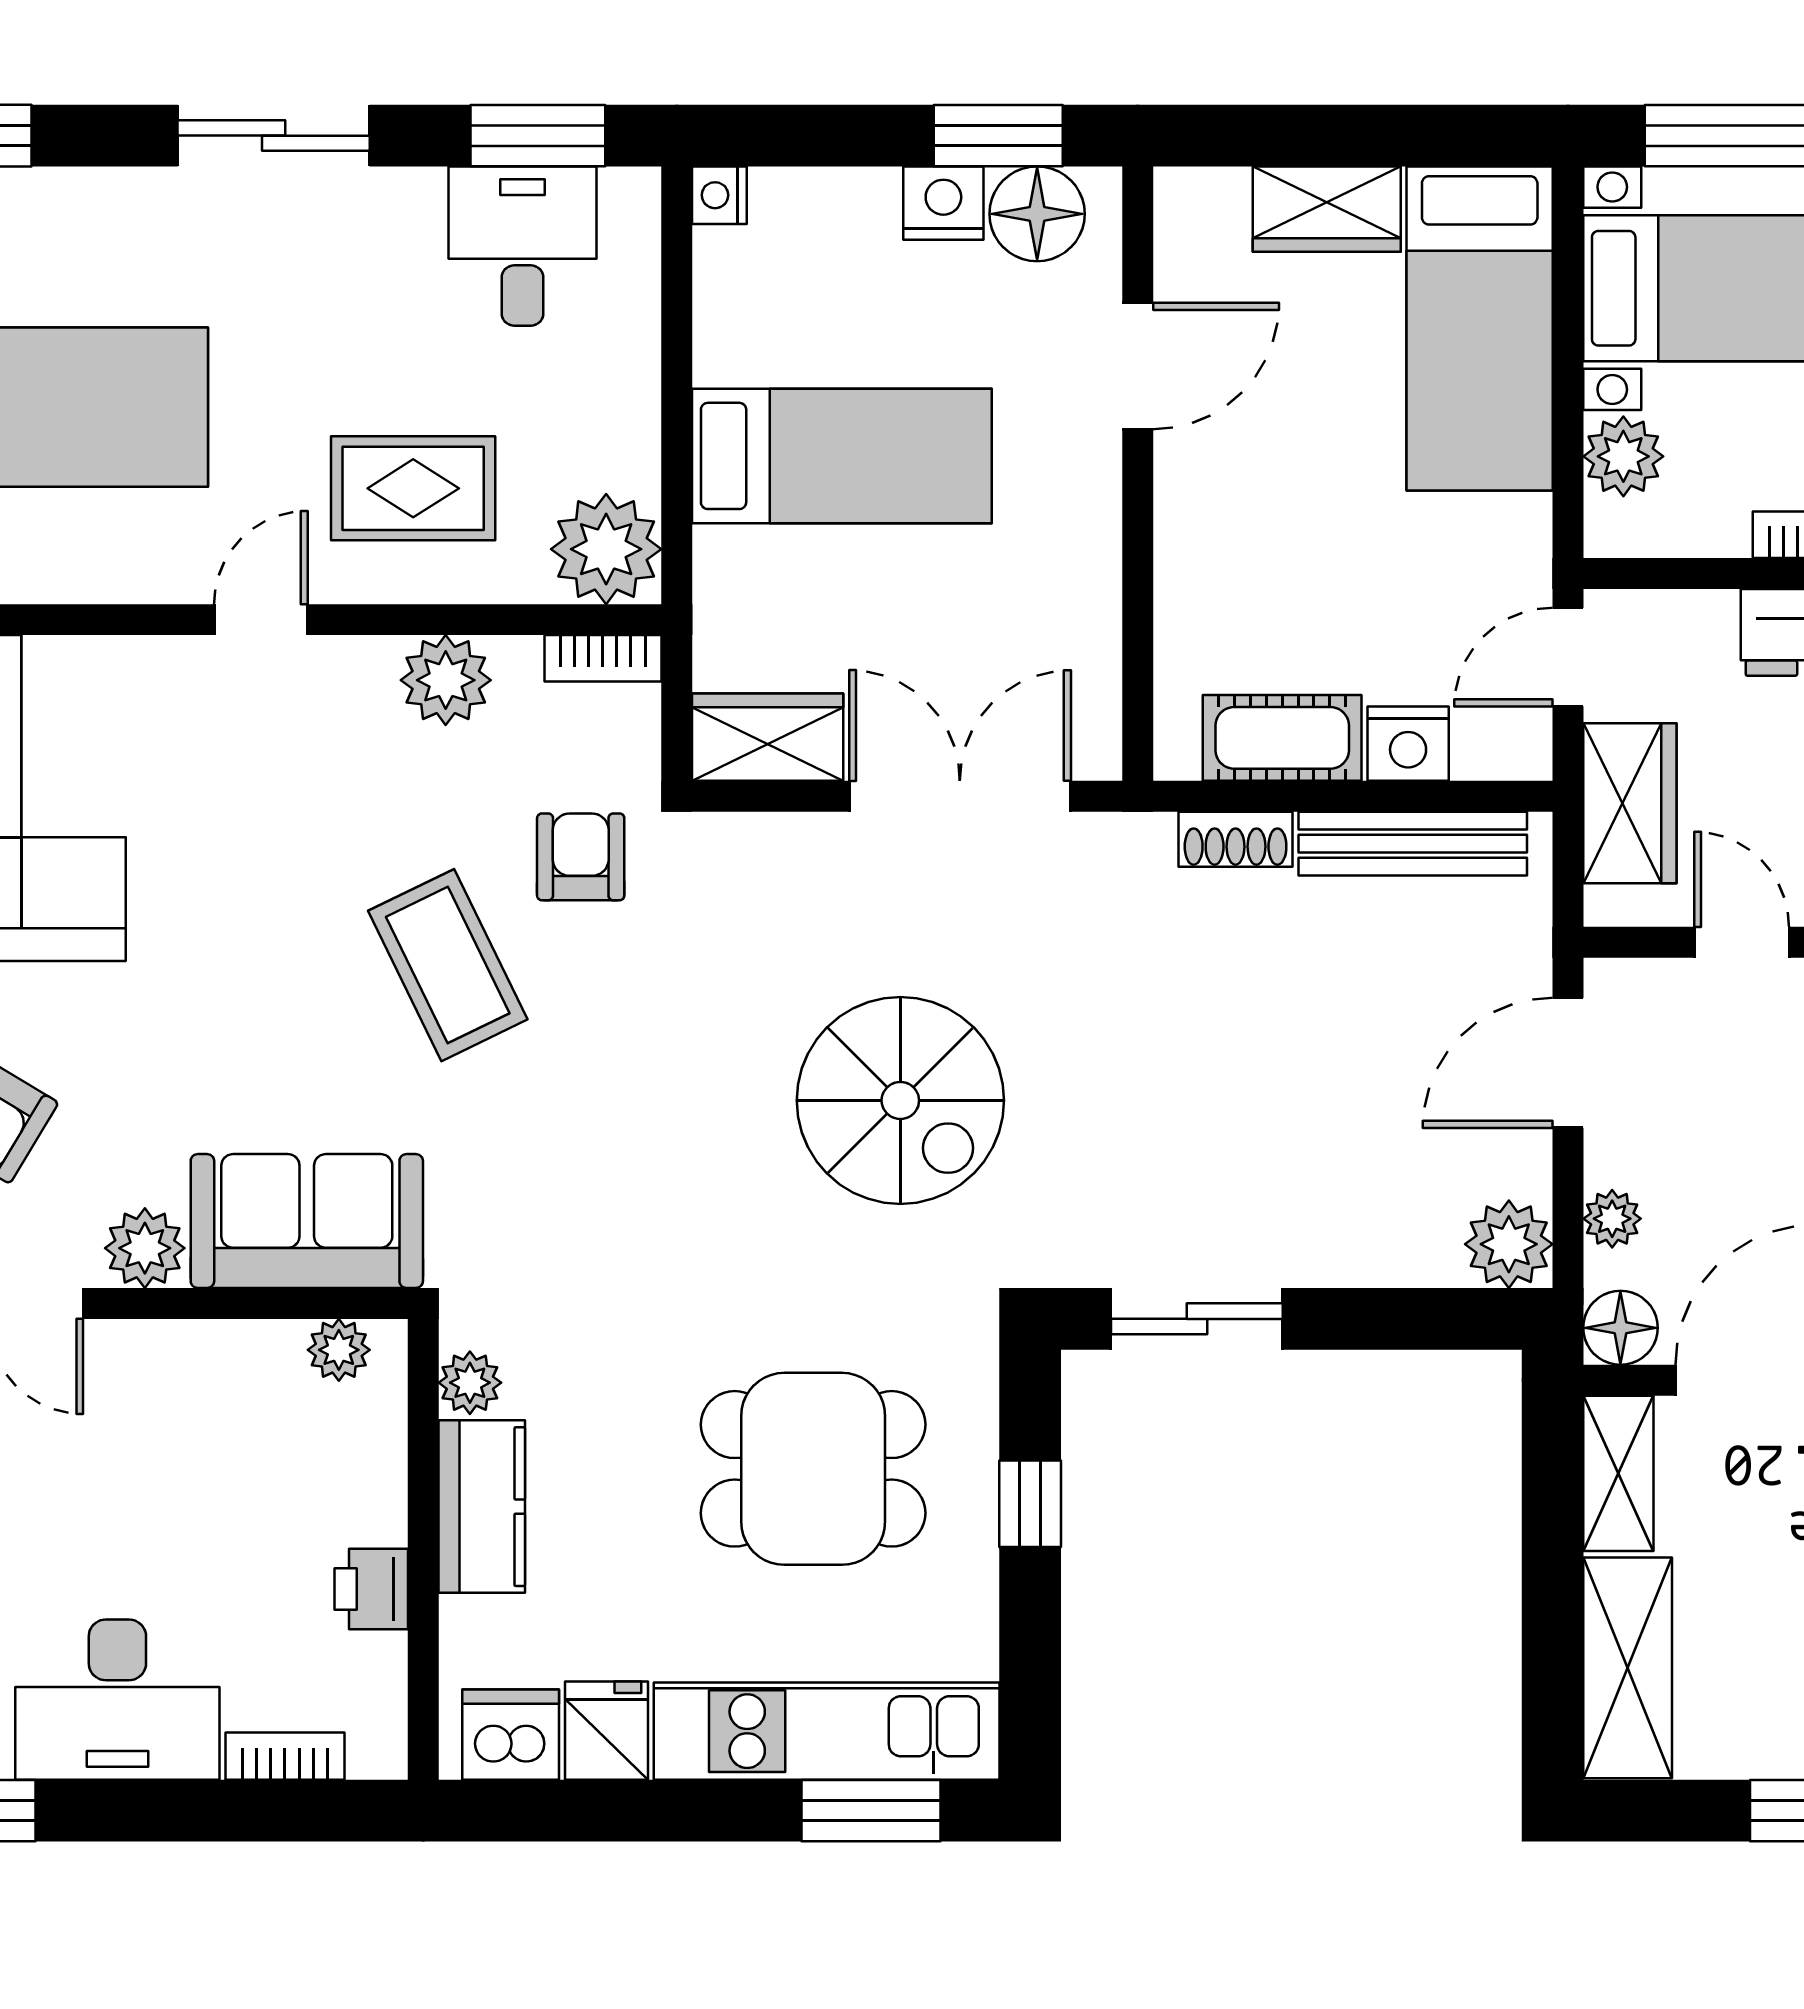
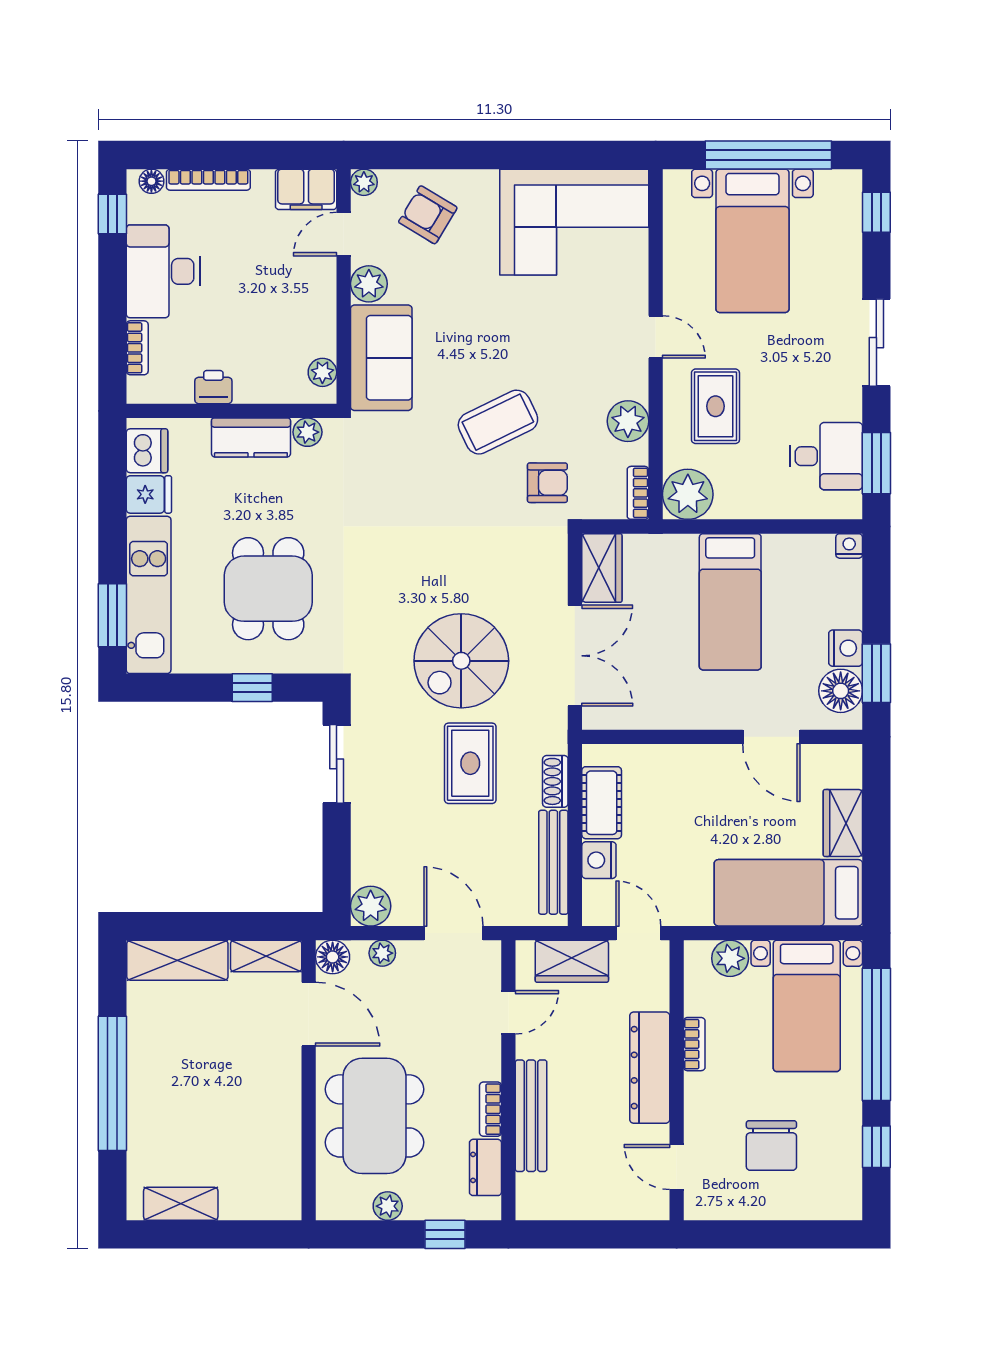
rug: (1196, 1026) -> (470, 763), added
spiral stairs: (900, 1100) -> (461, 661), moved

